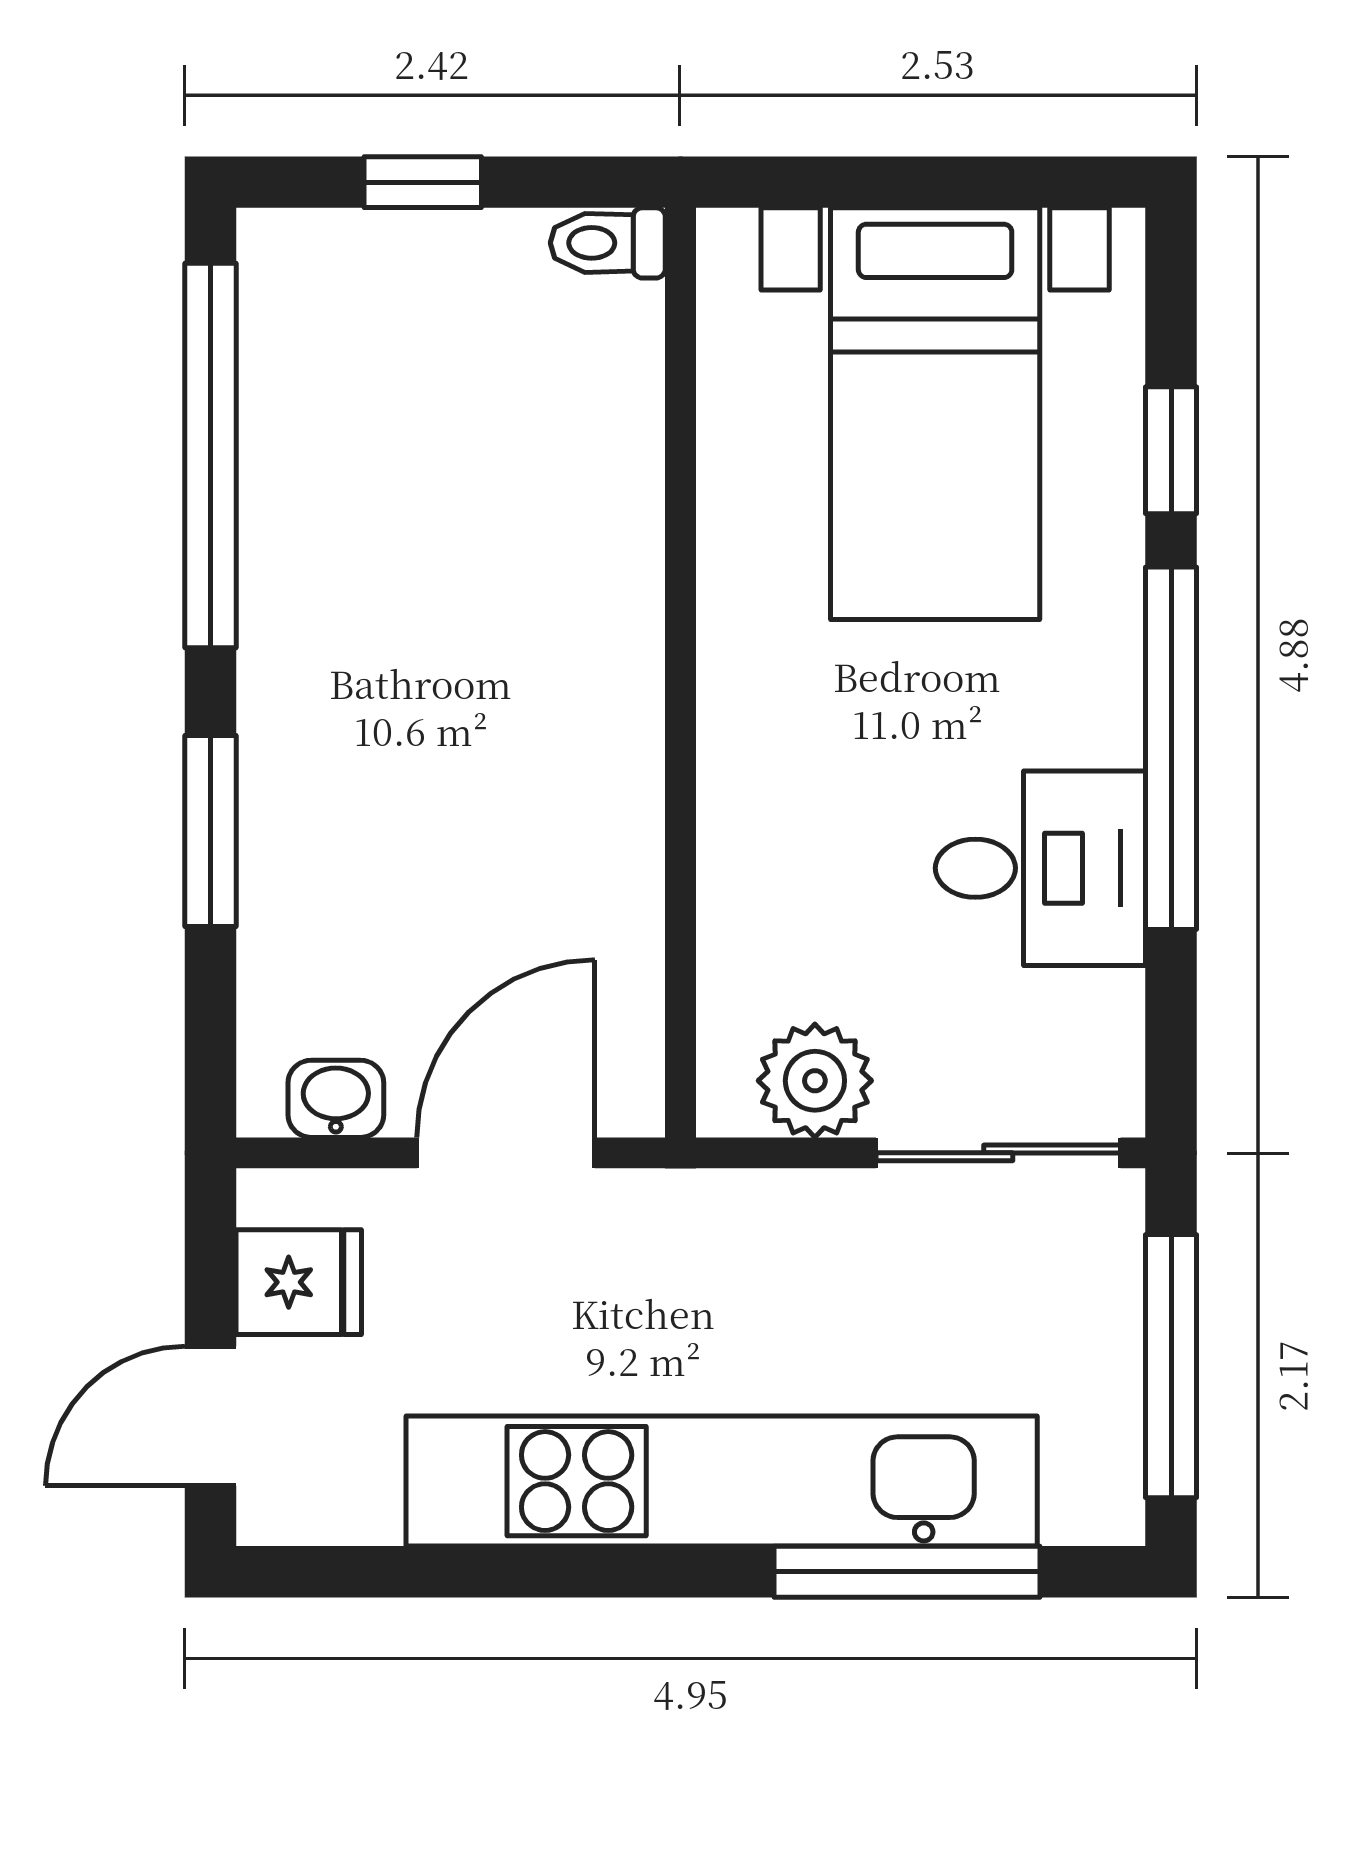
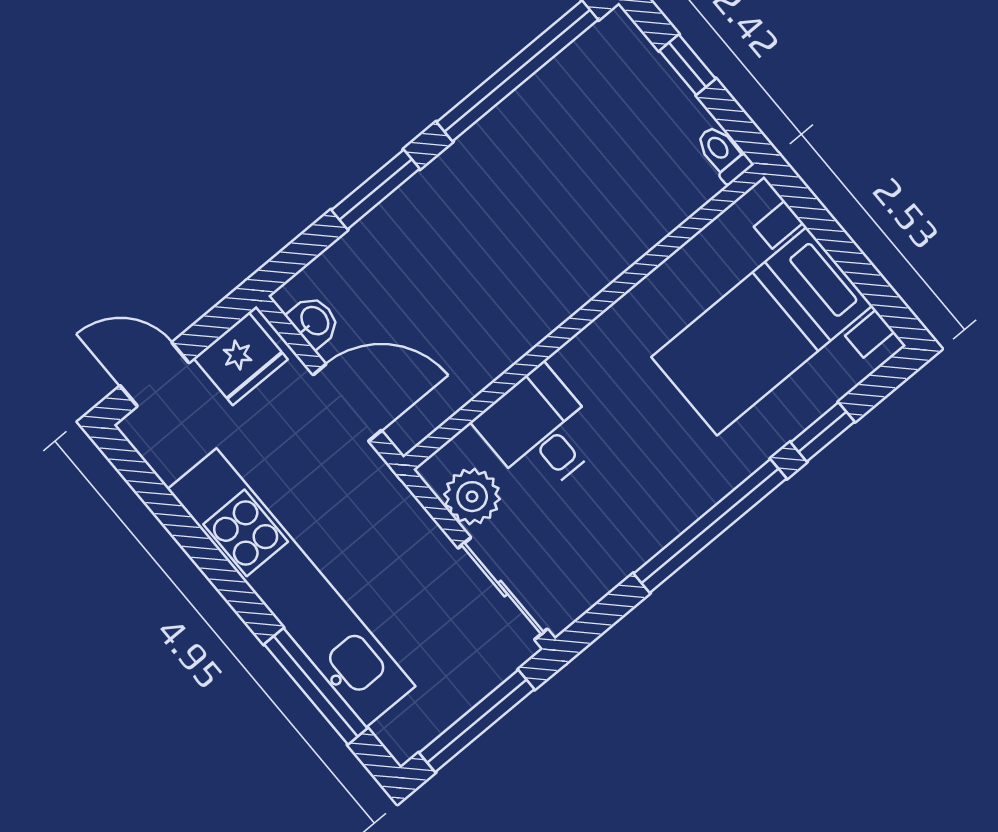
desk: (1040, 868) -> (540, 431), moved, turned 180
fridge: (299, 1282) -> (241, 359), width x1.38

